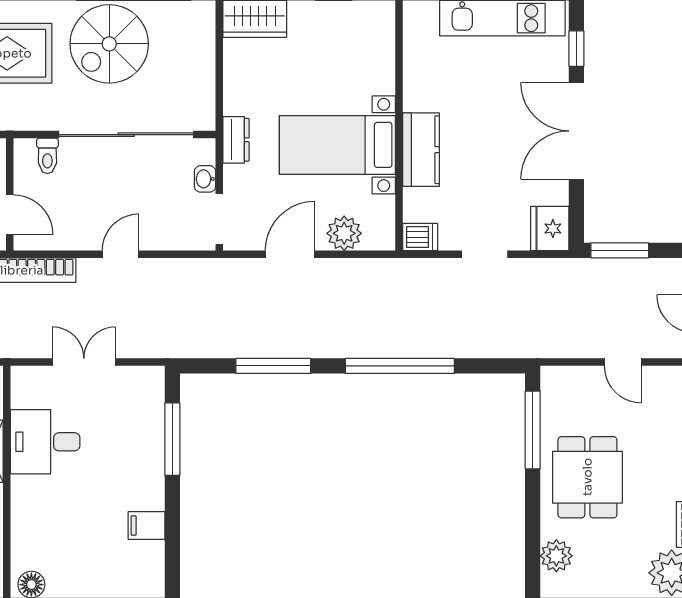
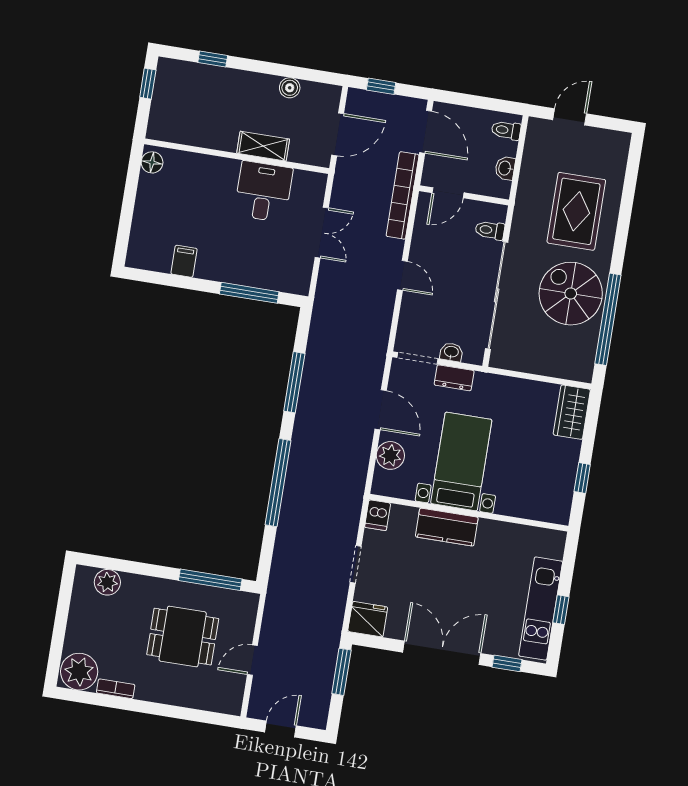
dresser: (236, 140) -> (454, 378), moved
dining table: (587, 477) -> (183, 637), moved

